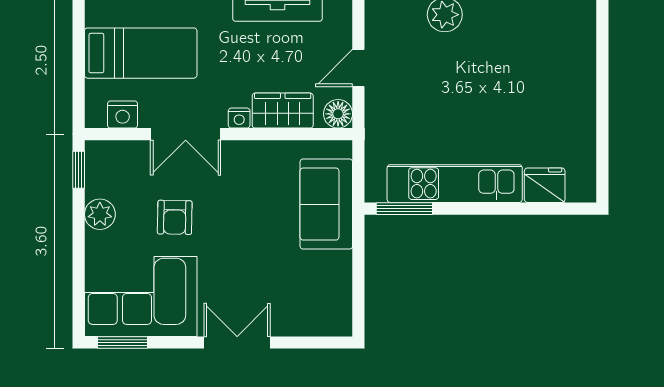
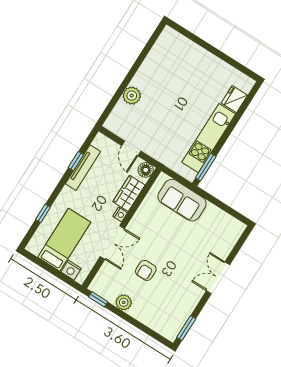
nightstand: (123, 115) -> (71, 270), moved, turned 90
armchair: (175, 217) -> (146, 270), turned 89
corner sofa: (141, 297) -> (171, 307), removed

